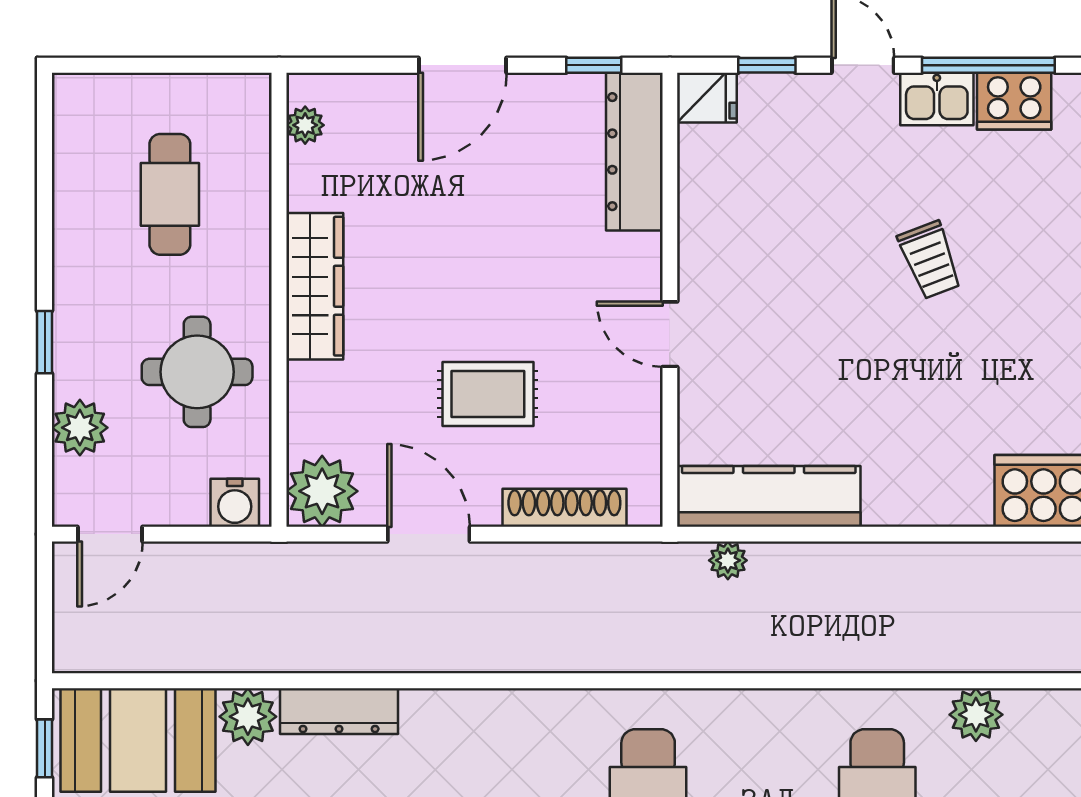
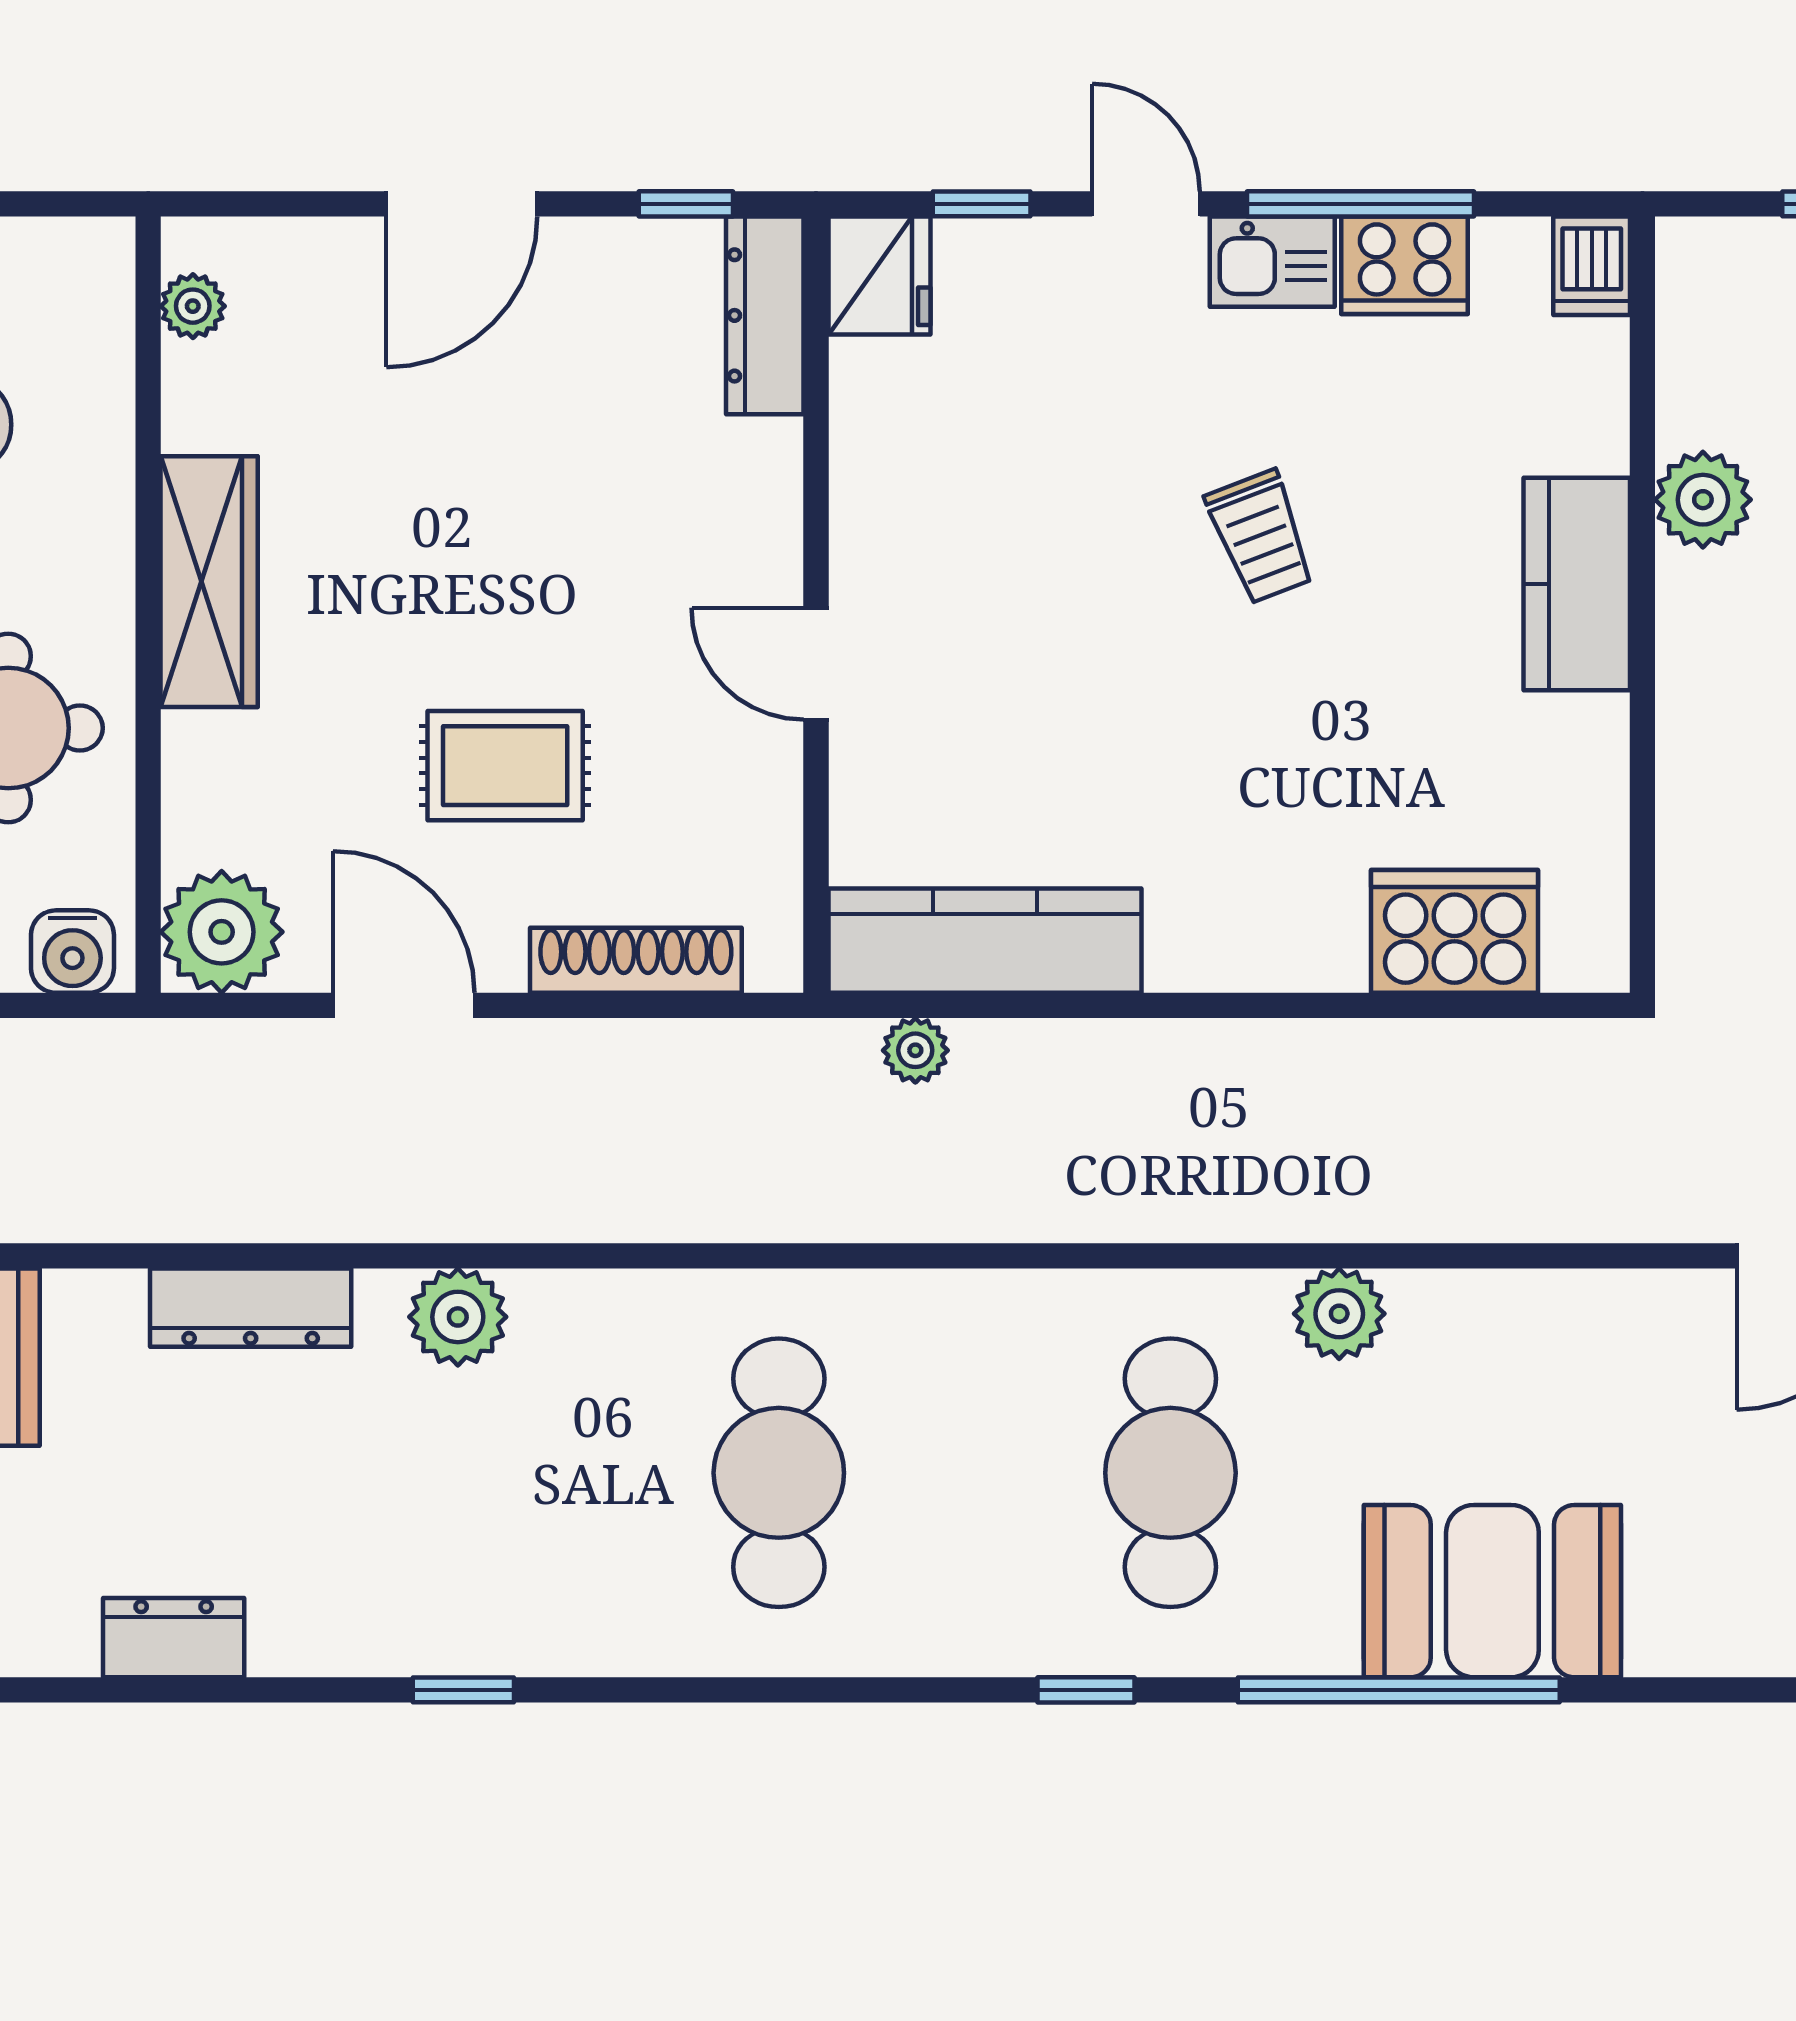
fridge: (707, 98) -> (879, 276), width x1.38
dresser: (634, 152) -> (765, 315), width x0.73, depth x0.80
plant: (248, 717) -> (458, 1317), moved

